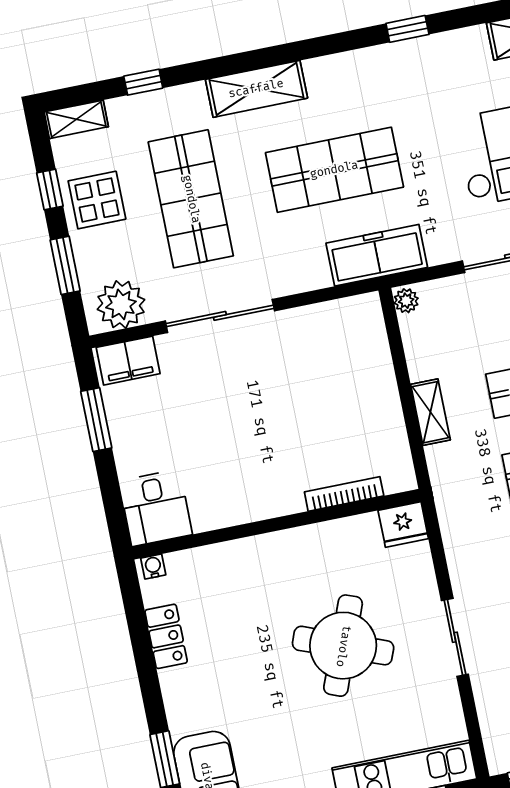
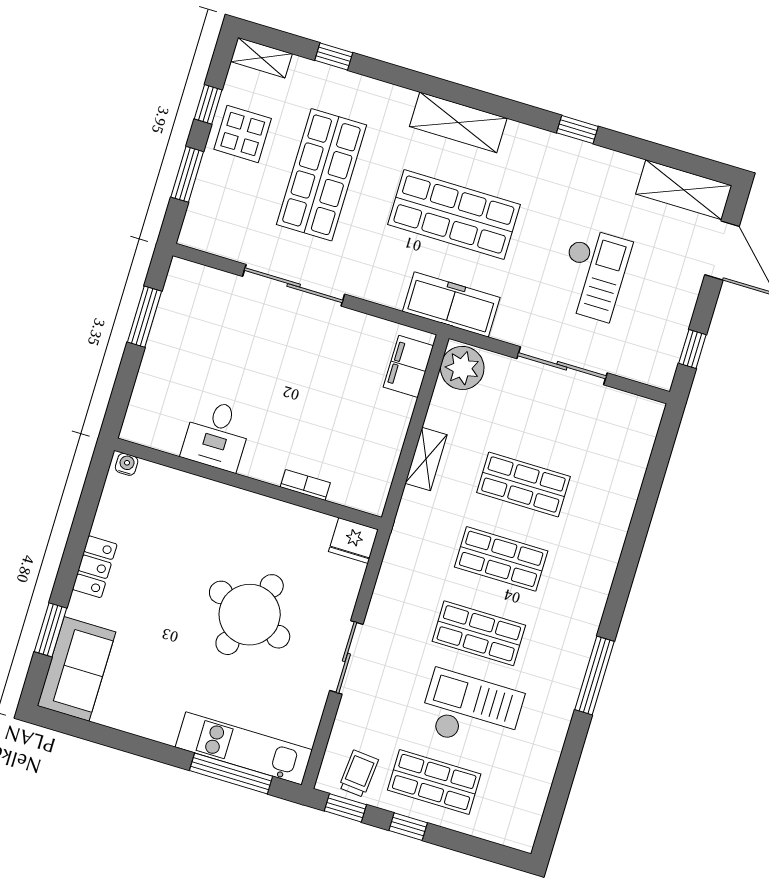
shelving: (256, 89) -> (458, 122), moved
plant: (406, 301) -> (462, 368), width x1.88, depth x1.88
plant: (121, 304) -> (216, 232), removed
filing cabinet: (128, 361) -> (408, 366), moved, turned 90
bookcase: (344, 494) -> (305, 485), width x0.64
desk: (156, 508) -> (217, 435), moved
locker: (166, 636) -> (95, 567), moved

